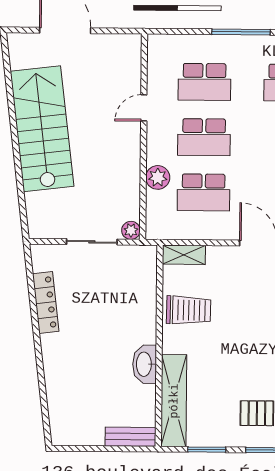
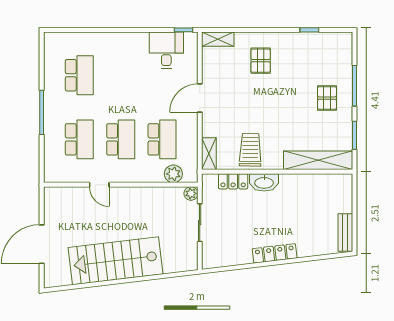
plant: (158, 177) -> (173, 174), moved
locker: (147, 287) -> (233, 181), added
locker: (46, 302) -> (275, 253), moved
washbasin: (145, 364) -> (264, 182), moved
bench: (130, 437) -> (345, 233), moved

